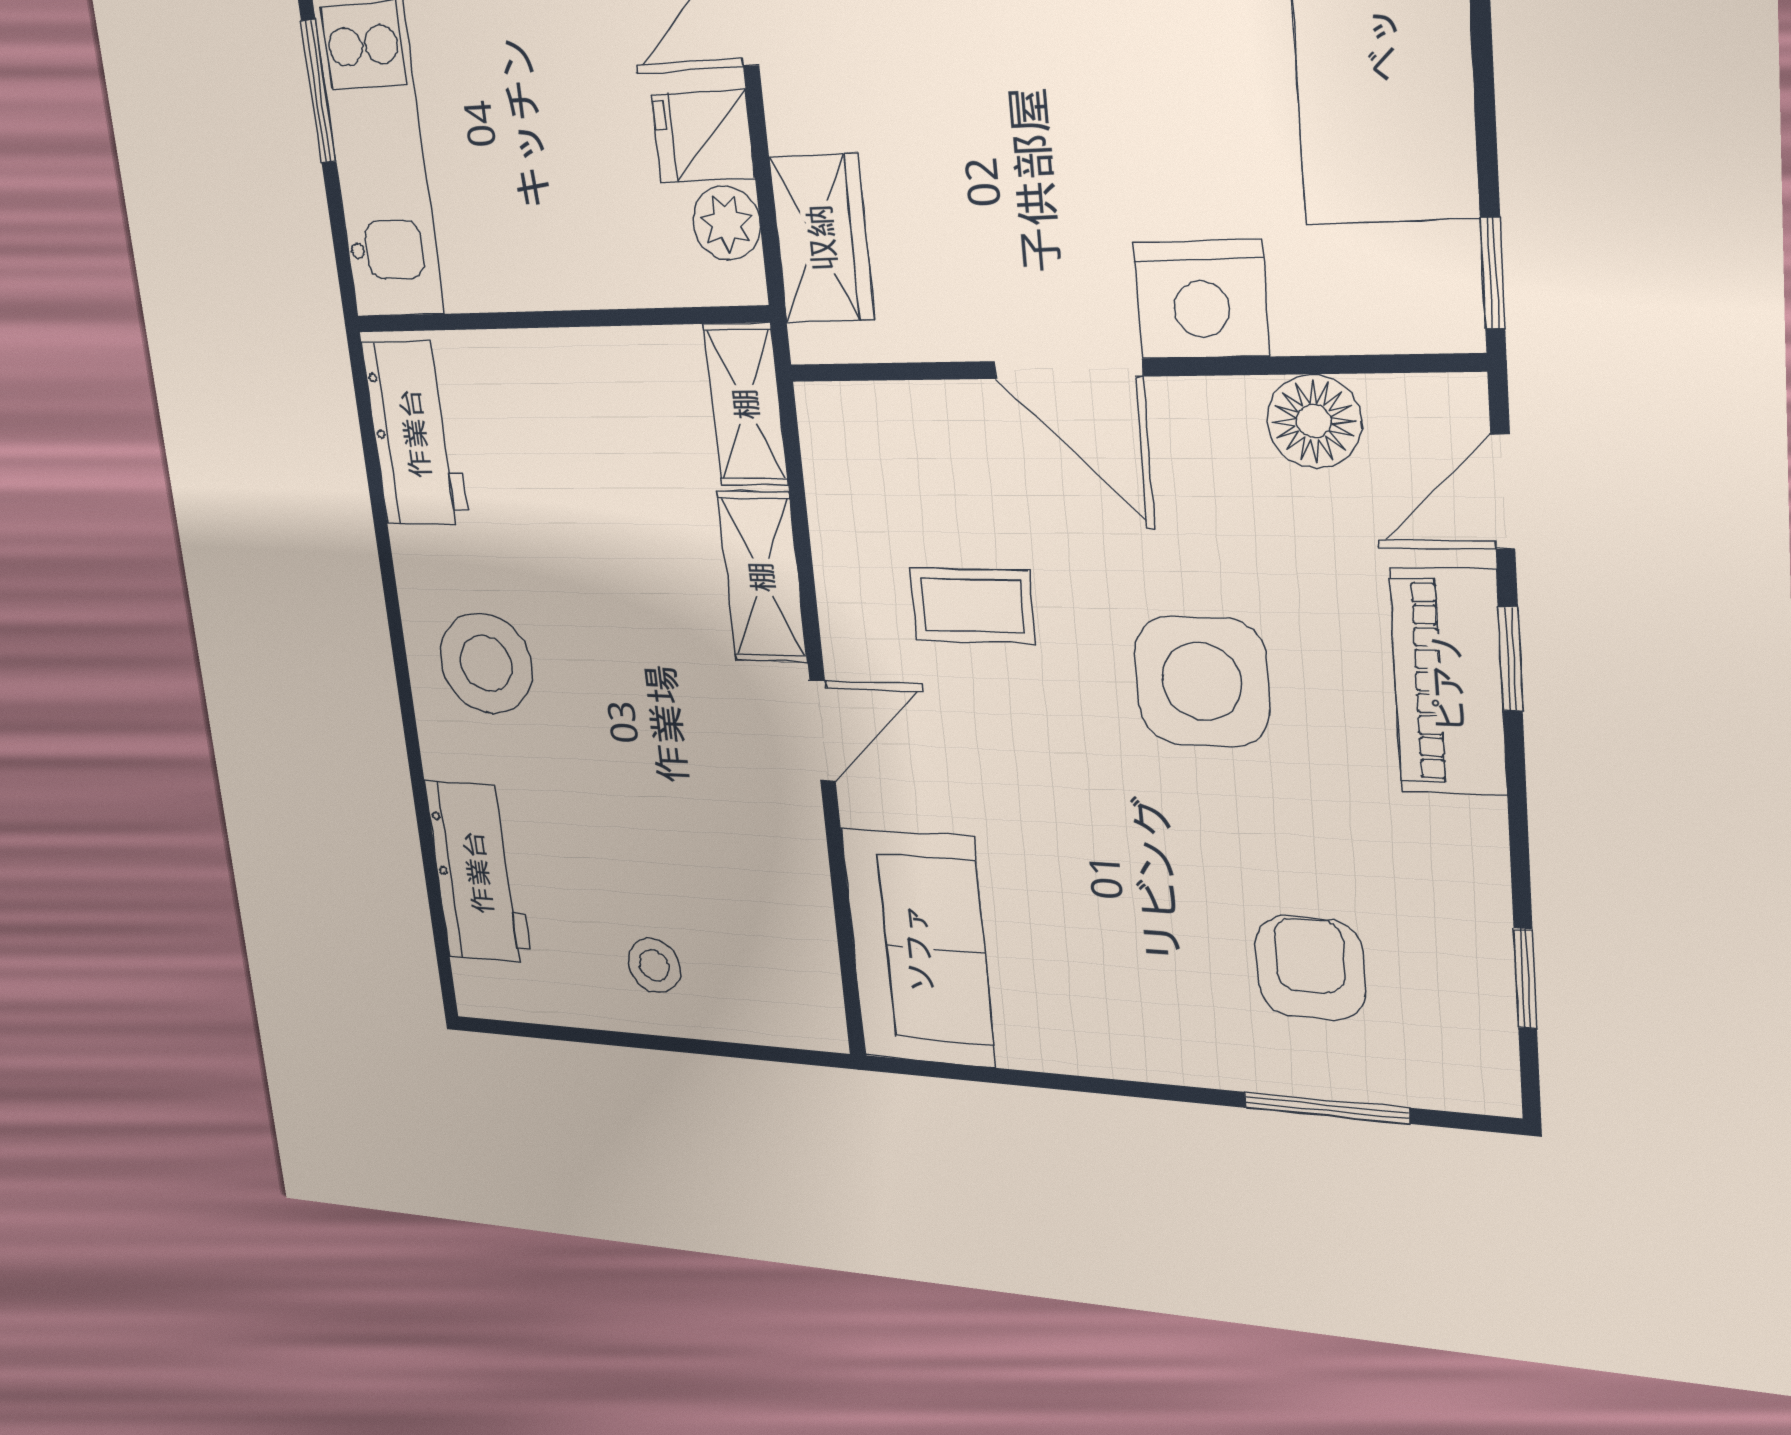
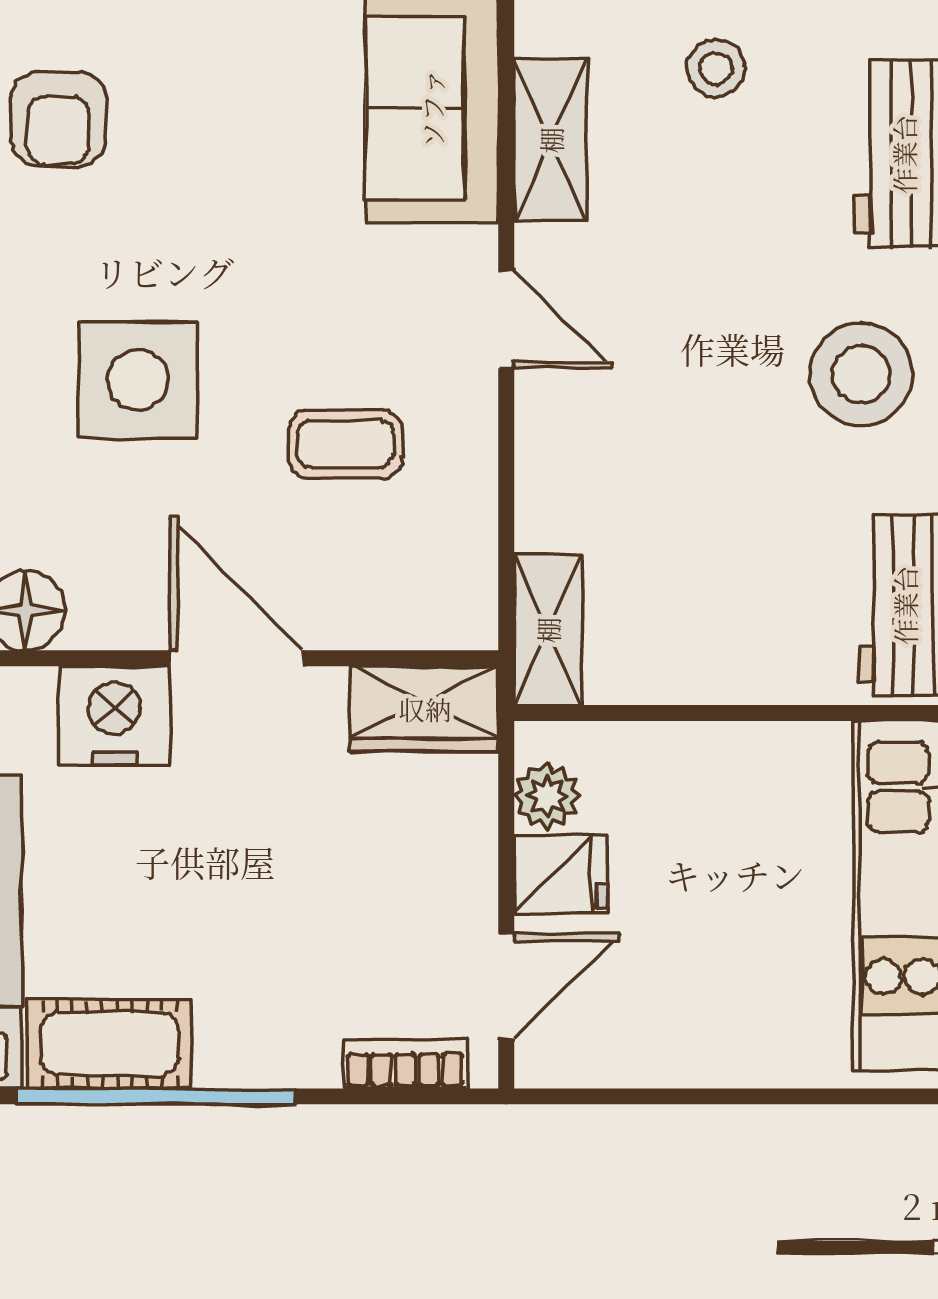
wardrobe: (822, 238) -> (425, 709), moved, turned -90
shelving: (762, 577) -> (551, 140), moved
door: (823, 731) -> (506, 319), swing flipped

